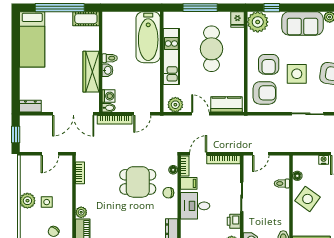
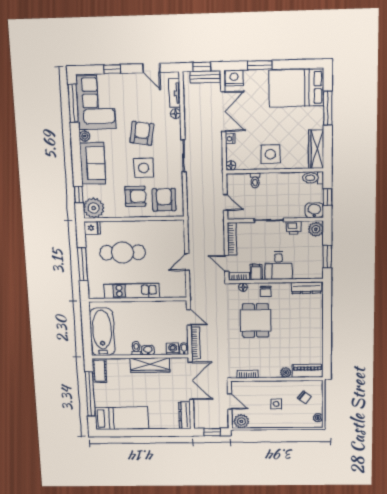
bathtub: (148, 37) -> (102, 332), moved, turned -90
kitchen counter: (226, 104) -> (177, 237), removed
plant: (175, 105) -> (179, 286), removed
dresser: (30, 106) -> (185, 415), width x1.44
floor lamp: (297, 176) -> (231, 165), moved
side table: (308, 199) -> (270, 154), turned -36
plant: (27, 201) -> (241, 421), moved

